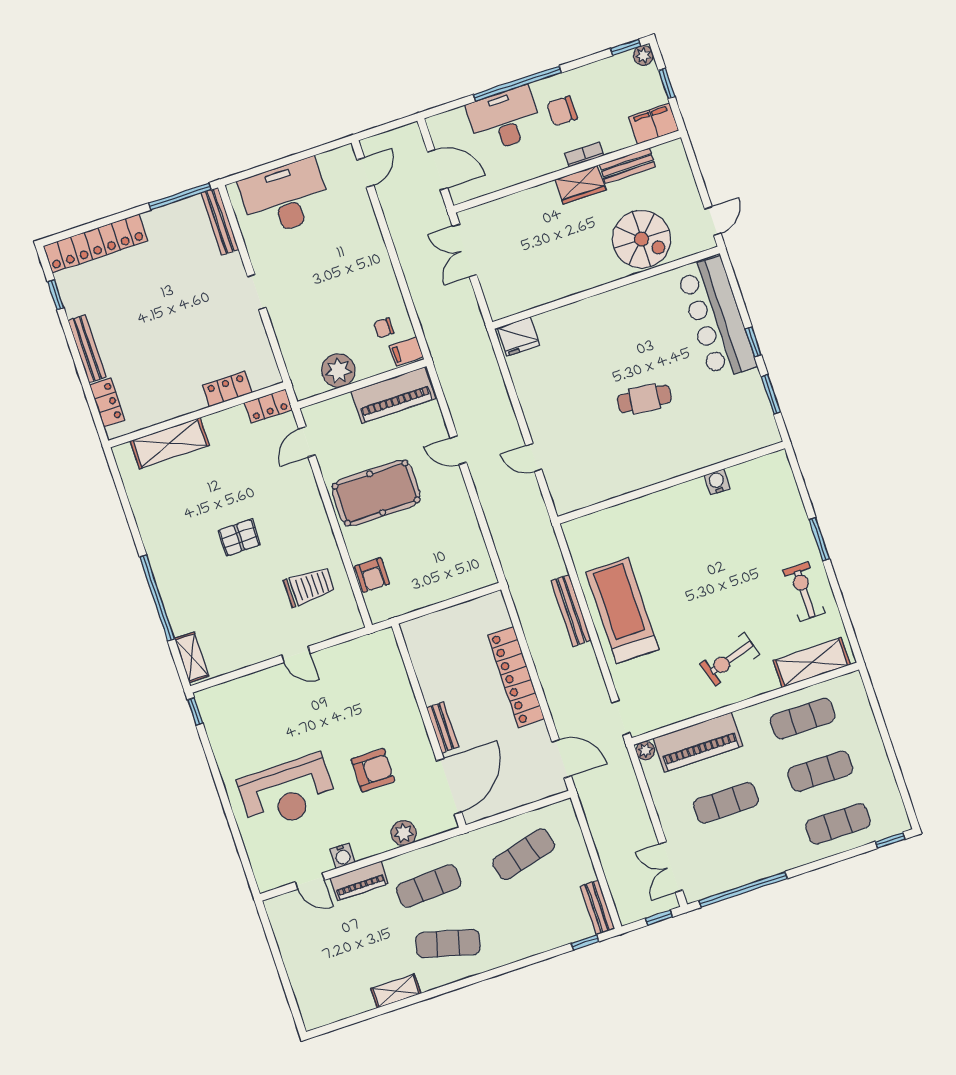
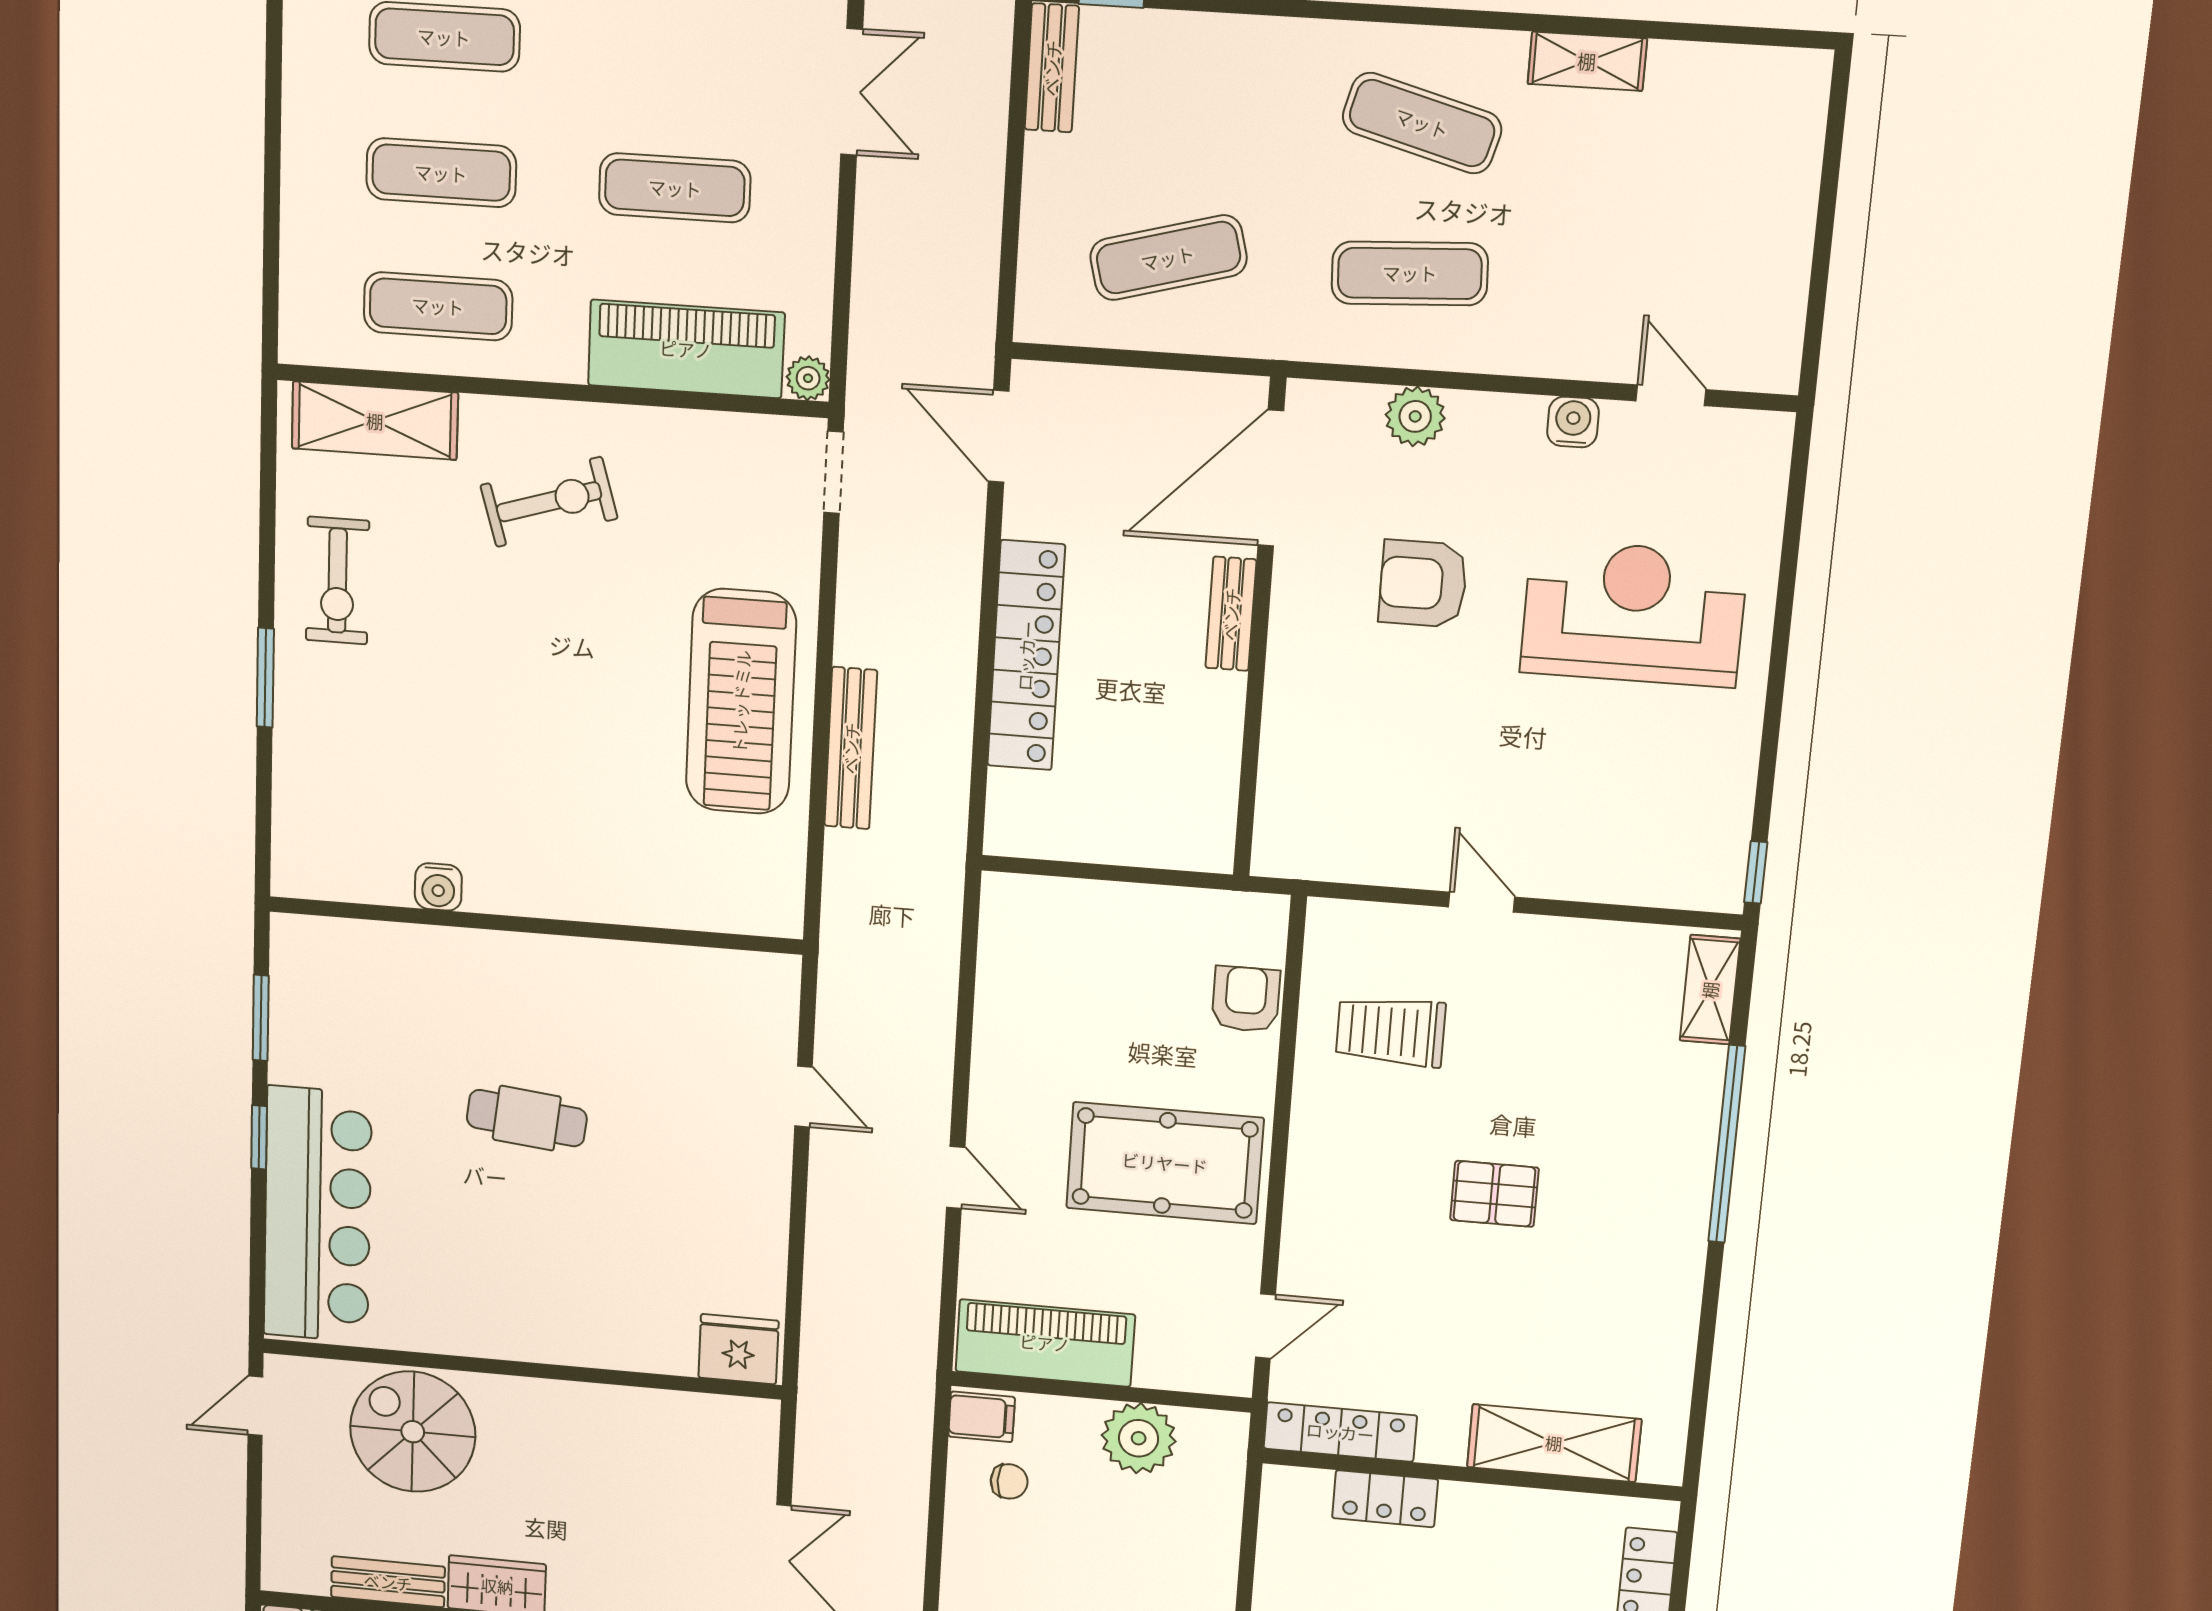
locker: (268, 406) -> (1340, 1432), width x1.53
piano: (359, 881) -> (1560, 350), removed

